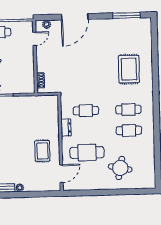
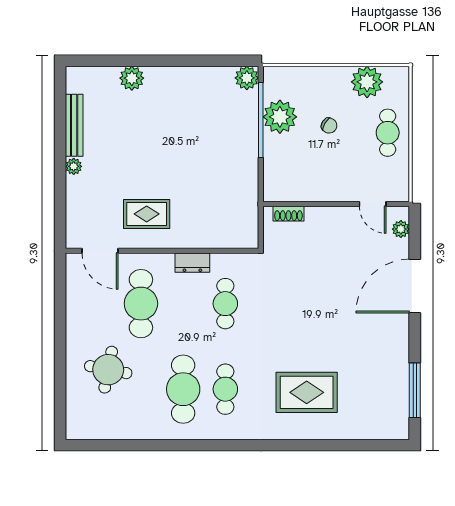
door: (75, 17) -> (415, 286), hinge flipped
cafe table: (129, 130) -> (183, 389), width x1.37, depth x1.35

